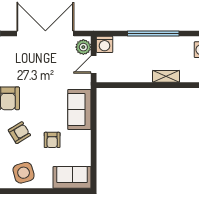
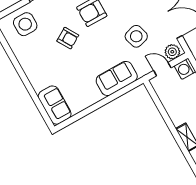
armchair: (52, 140) -> (77, 70), removed
side table: (24, 173) -> (136, 36), moved

